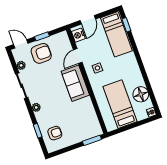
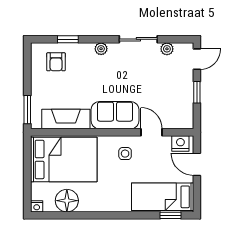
armchair: (41, 53) -> (174, 83), removed
bed: (120, 104) -> (64, 159), width x1.50
fireplace: (89, 114) -> (66, 119), added

